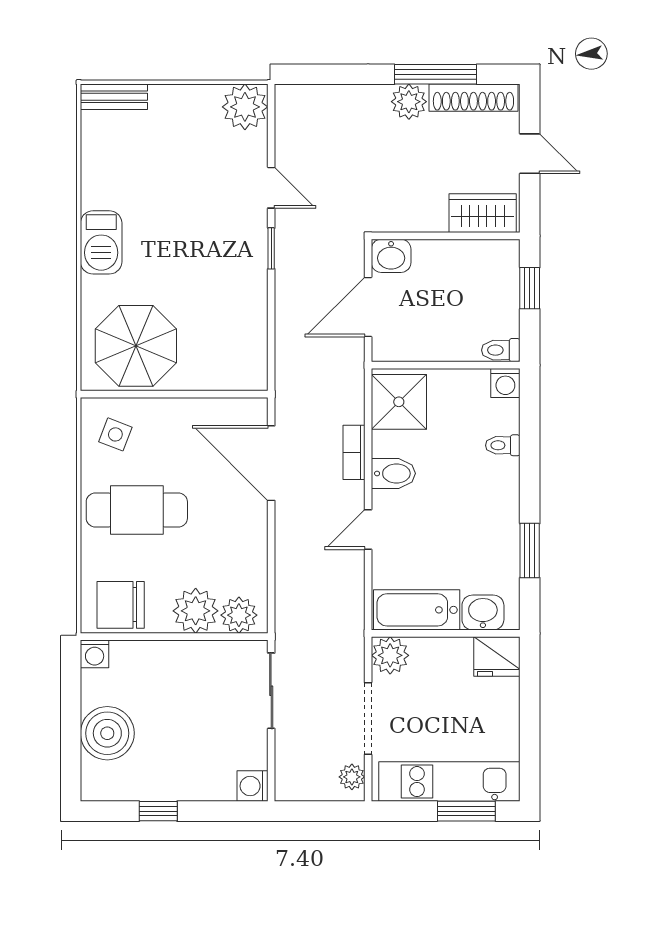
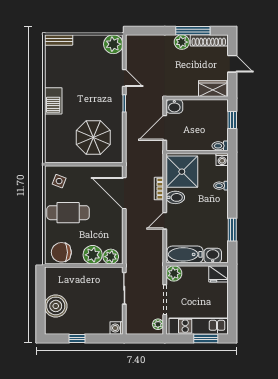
parasol: (136, 346) -> (93, 137), moved
shower: (399, 402) -> (182, 172), width x1.37, depth x1.37
washing machine: (95, 654) -> (50, 273), removed

